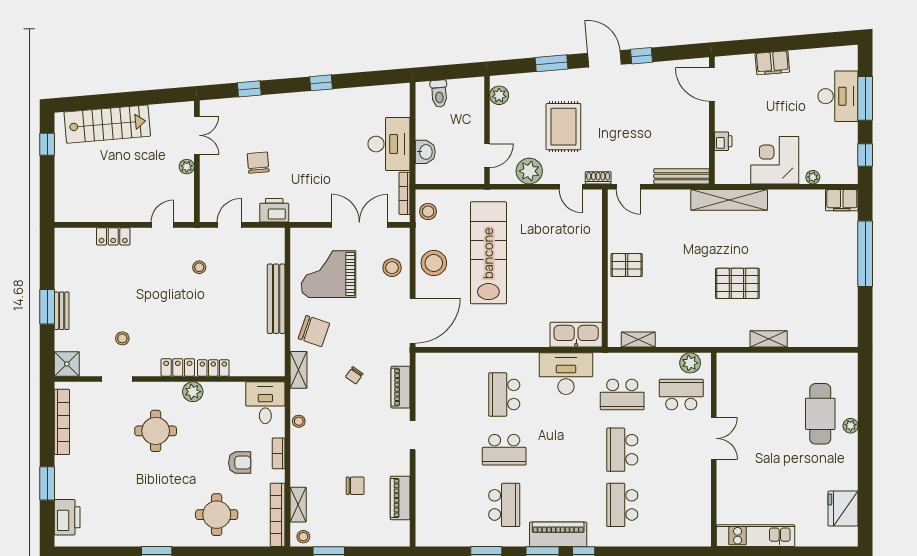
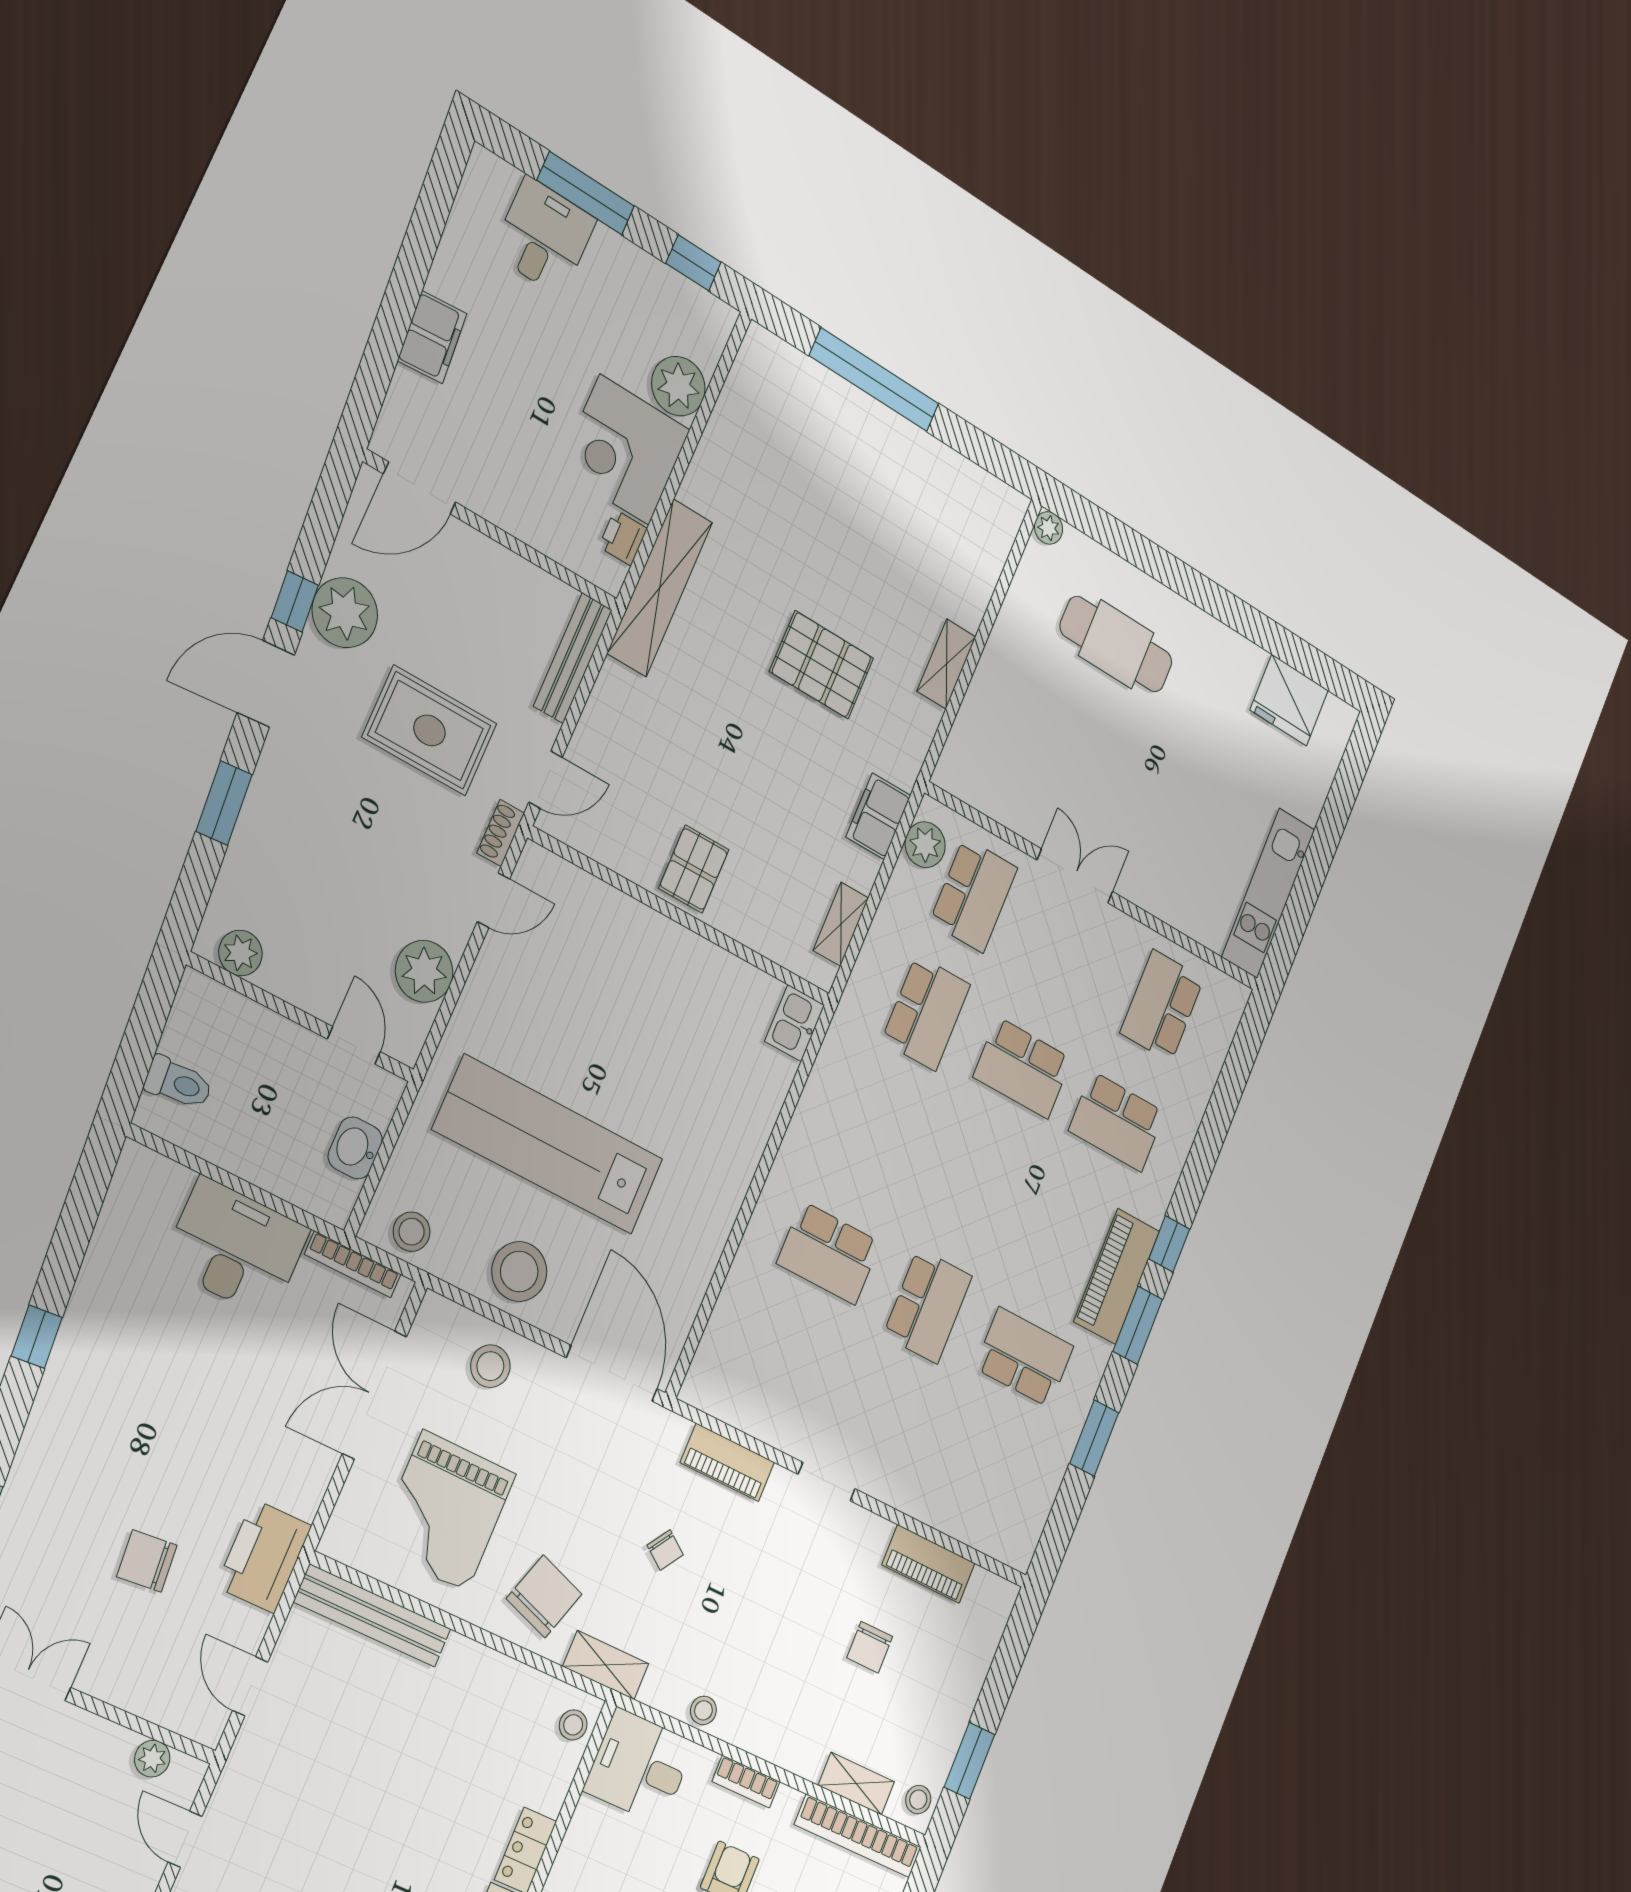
plant: (648, 77) -> (345, 613), added
desk: (838, 96) -> (544, 236), width x0.73
rug: (563, 127) -> (430, 730), moved
printer: (723, 141) -> (623, 538), moved, turned -90
washbasin: (425, 152) -> (355, 1148), moved, turned -90
plant: (187, 167) -> (152, 1759), moved
plant: (813, 177) -> (678, 386), width x1.87, depth x1.87
filing cabinet: (842, 200) -> (878, 816), moved, turned 180
printer: (274, 210) -> (264, 1556), width x1.37, depth x1.19
stool: (199, 267) -> (573, 1725), moved
pallet: (737, 283) -> (822, 665), turned 90
bench: (276, 299) -> (373, 1616), moved
kitchen sink: (576, 335) -> (795, 1023), width x0.53, depth x0.81
desk: (566, 374) -> (842, 1106), removed
school desk: (681, 395) -> (974, 895), turned 180
plant: (851, 426) -> (1049, 528), moved
chair: (355, 486) -> (870, 1647), turned 180
school desk: (681, 505) -> (1162, 1006), added

